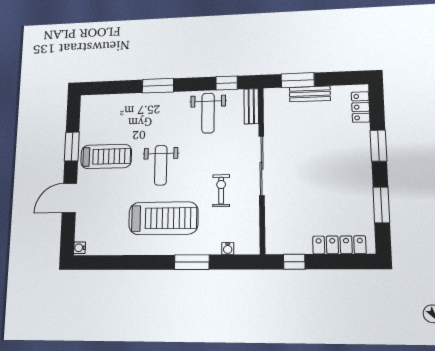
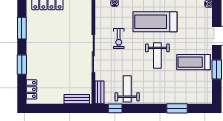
window: (298, 80) -> (70, 108), removed
window: (158, 86) -> (177, 108), moved
bench: (310, 94) -> (77, 99), moved
weight bench: (161, 165) -> (157, 56), turned 180

